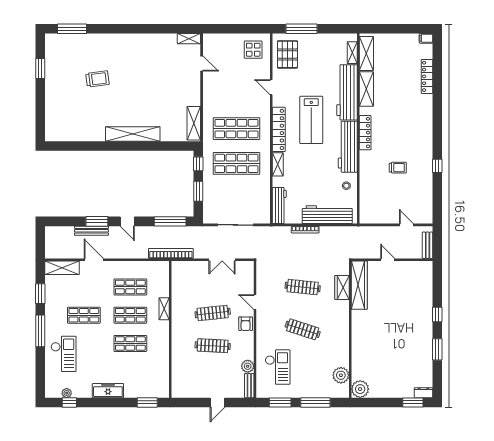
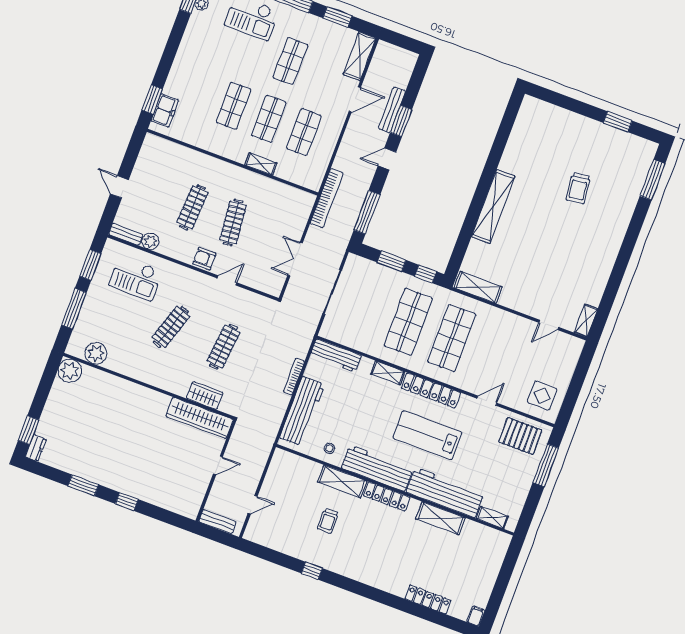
shelving: (366, 53) -> (342, 481), moved
freezer: (108, 391) -> (165, 110), moved, width x0.71

